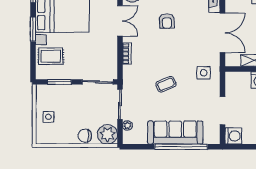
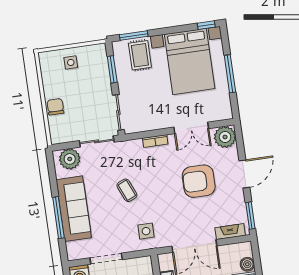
armchair: (167, 21) -> (199, 181), width x1.88, depth x1.88
window: (33, 29) -> (134, 36), moved
plant: (127, 126) -> (70, 159), width x1.88, depth x1.88
plant: (107, 134) -> (61, 132), removed
window: (181, 147) -> (58, 218), width x0.68

